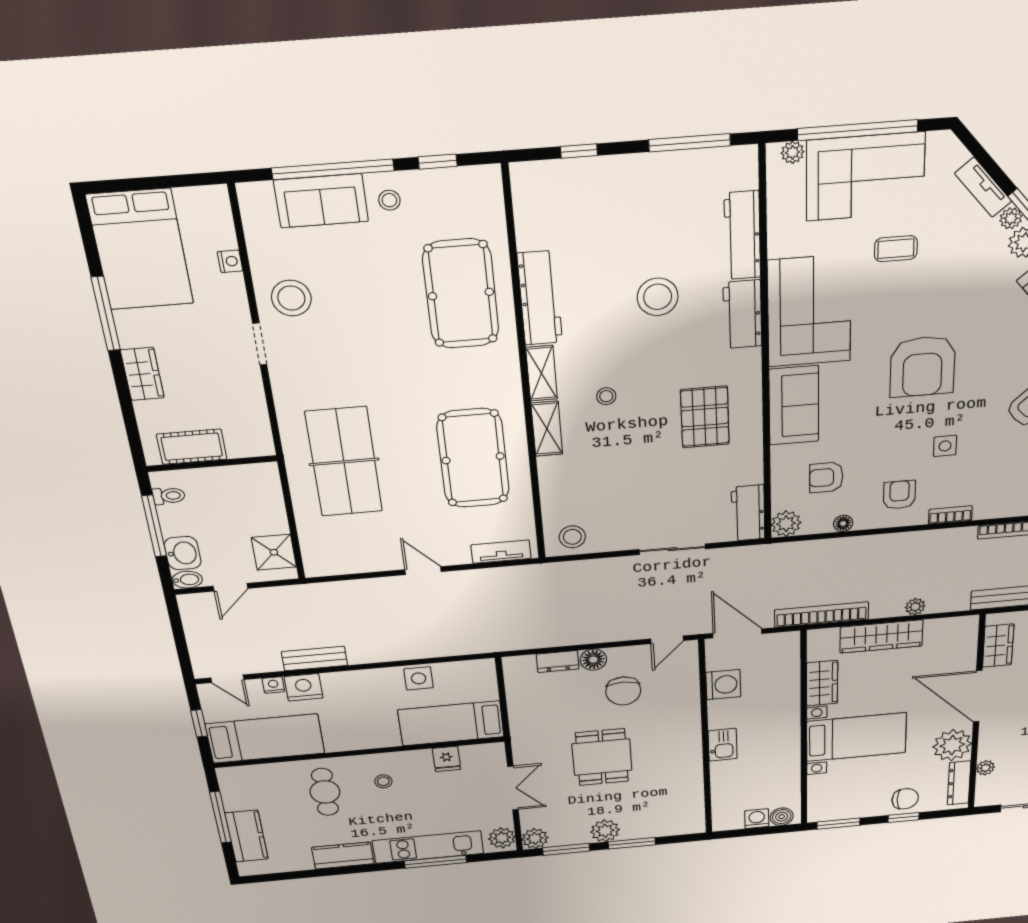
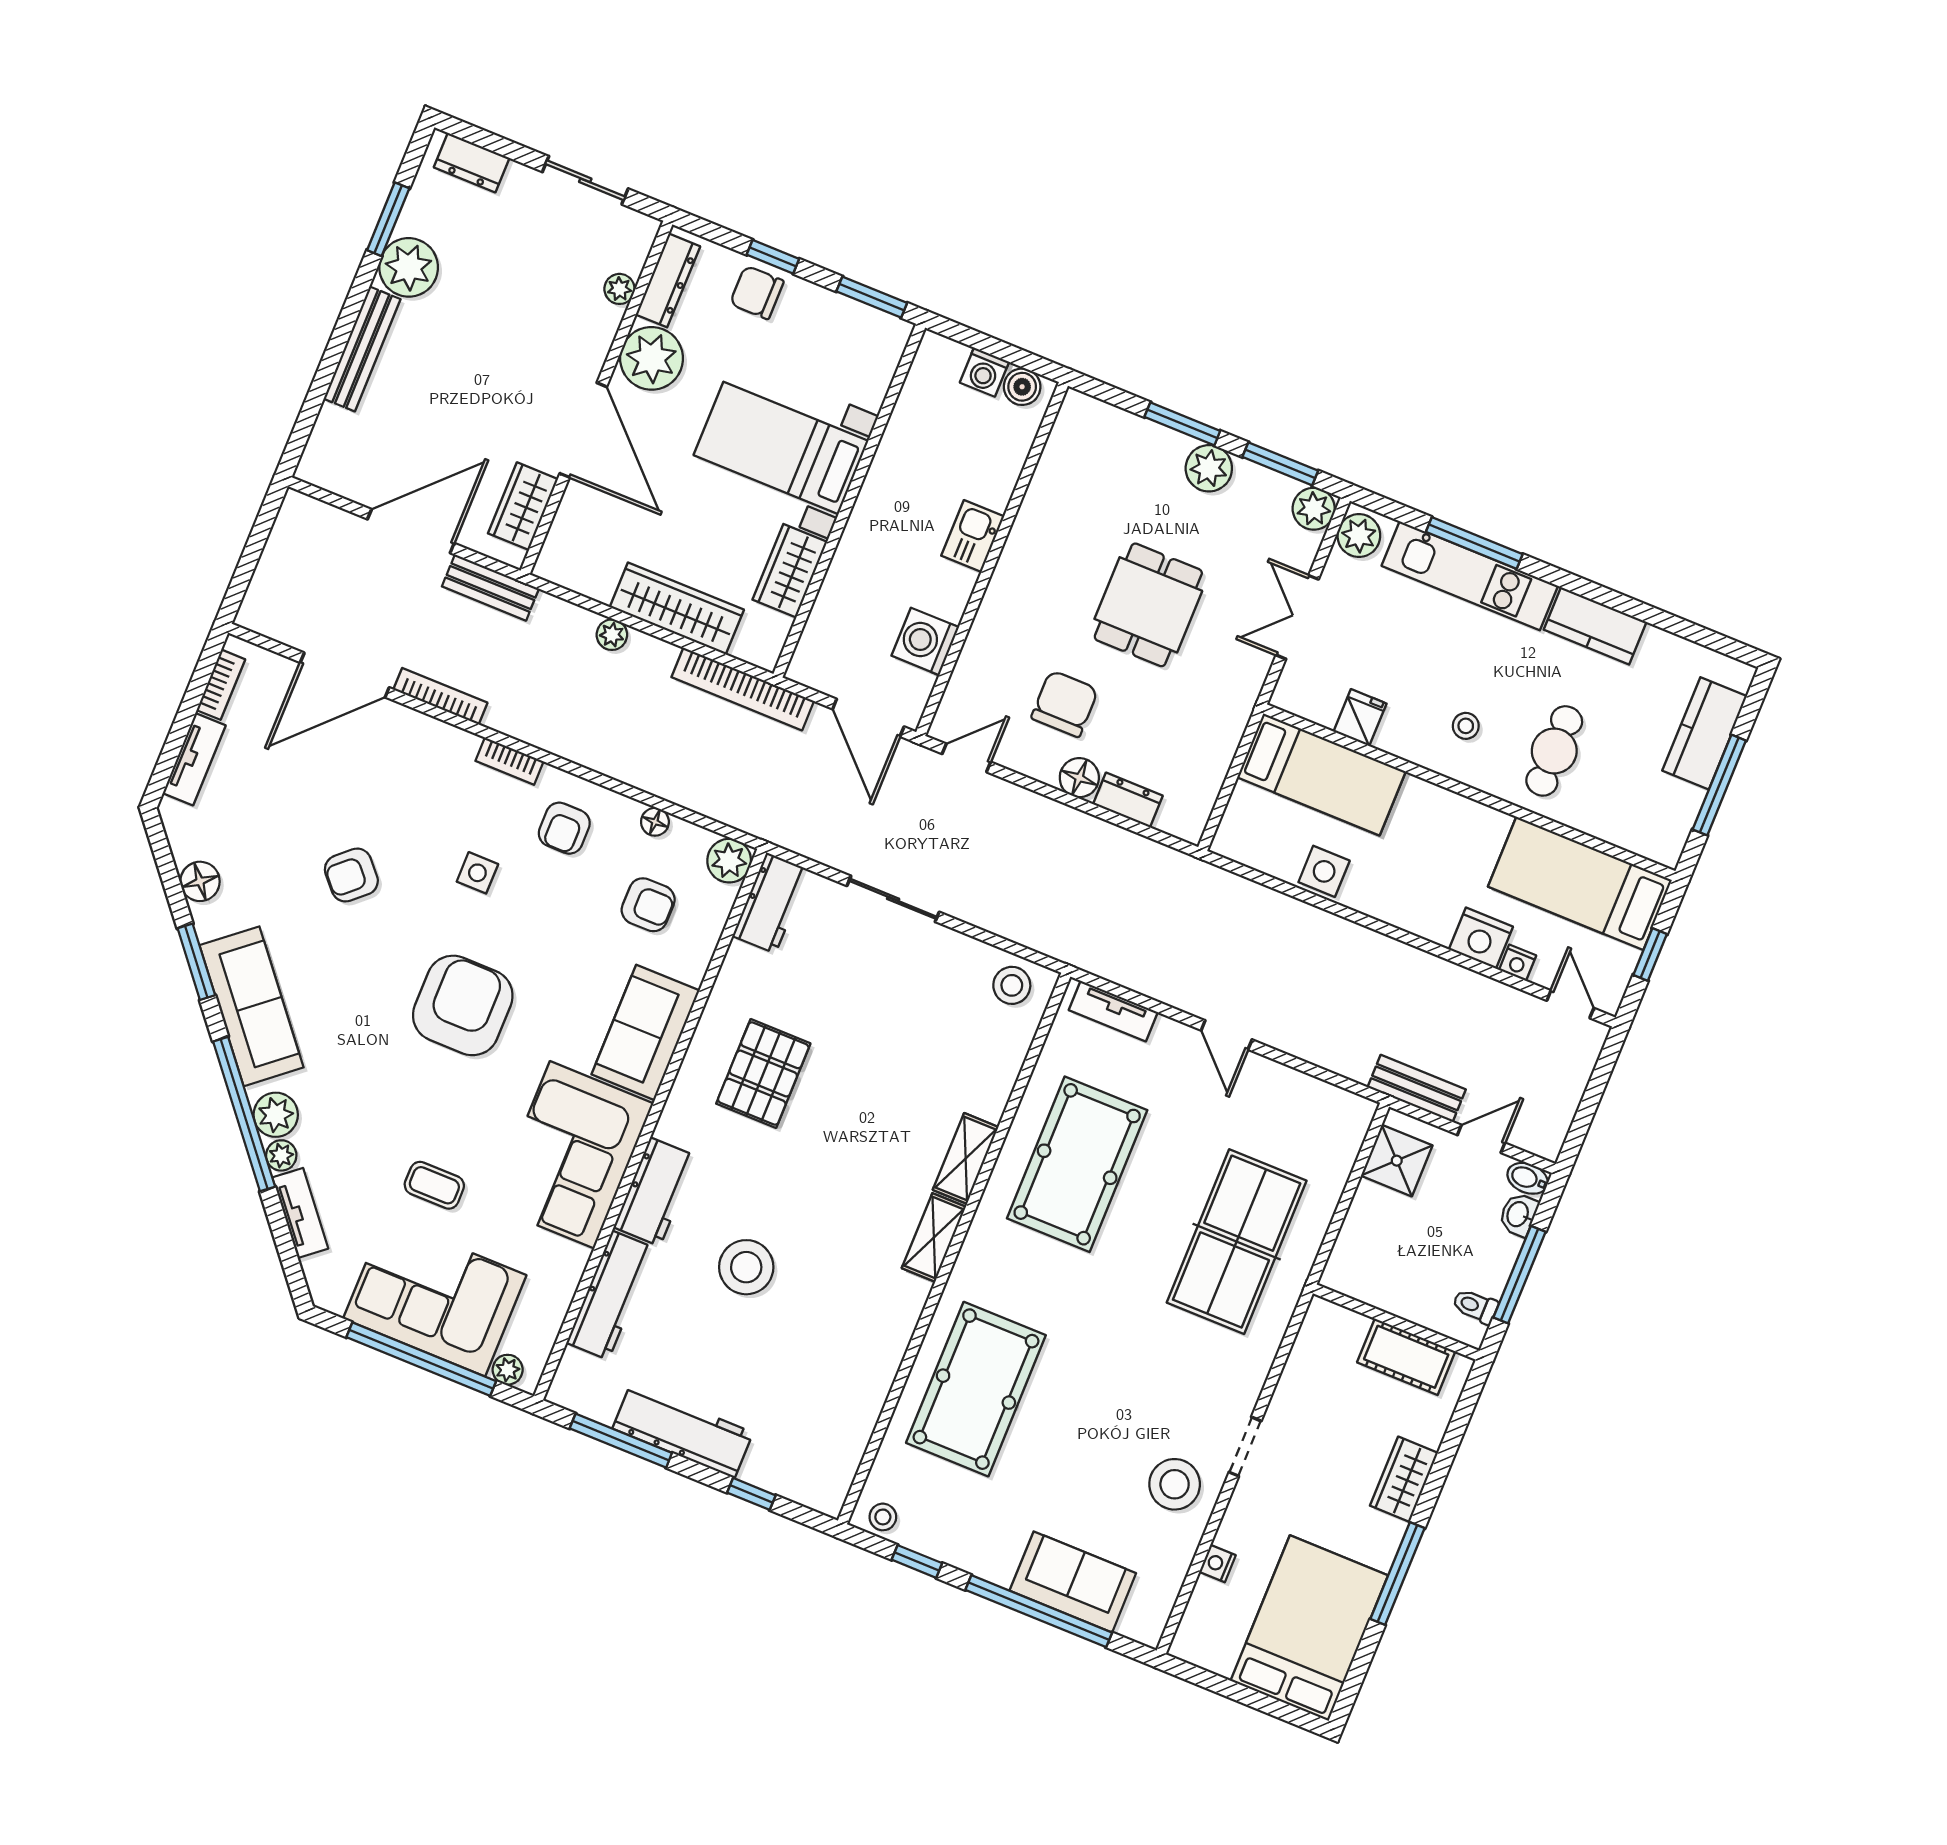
stool: (389, 200) -> (883, 1517), moved
workbench: (540, 298) -> (683, 1431), moved, turned 90
stool: (606, 396) -> (871, 1166), removed
washbasin: (183, 553) -> (1518, 1214), width x0.72, depth x0.69
bench: (314, 659) -> (1417, 1088), moved
boiler: (782, 817) -> (1022, 387), moved

